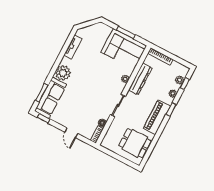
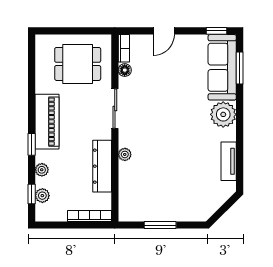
corner sofa: (124, 49) -> (151, 199), removed
door: (71, 133) -> (164, 31), swing flipped
dining table: (135, 143) -> (78, 64), moved

